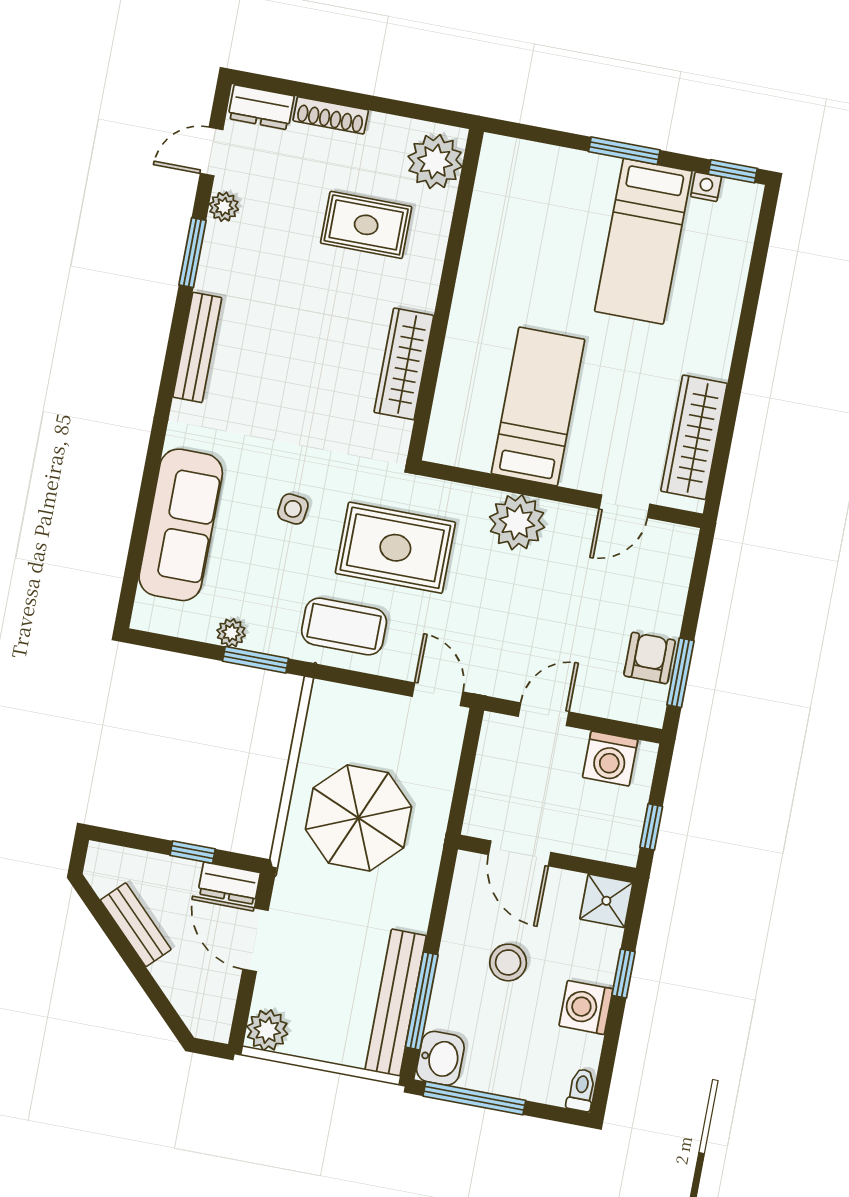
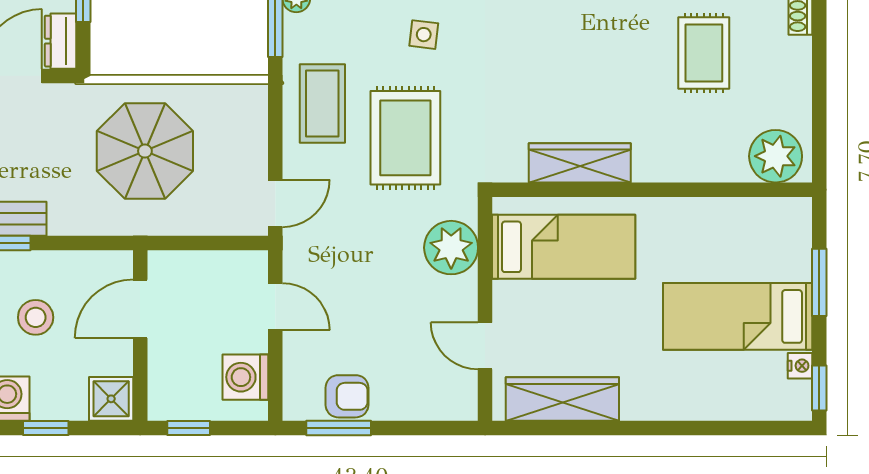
plant: (435, 162) -> (776, 156), moved
wall: (445, 295) -> (652, 190), moved
wardrobe: (404, 364) -> (580, 163), moved

